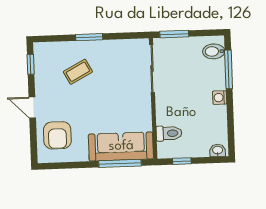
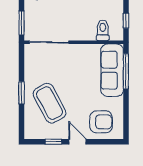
window: (31, 64) -> (53, 142), moved
coffee table: (78, 72) -> (50, 103), width x1.86, depth x1.72
door: (32, 107) -> (77, 142), swing flipped

